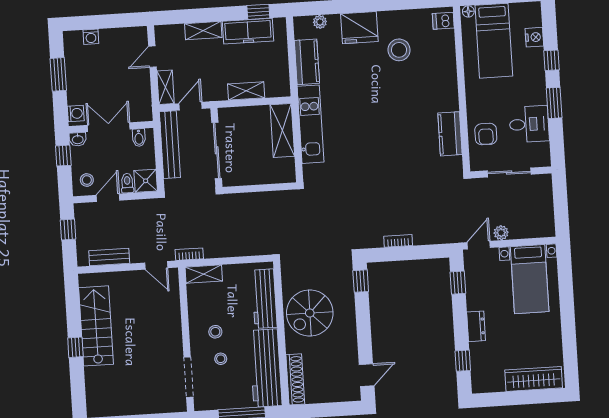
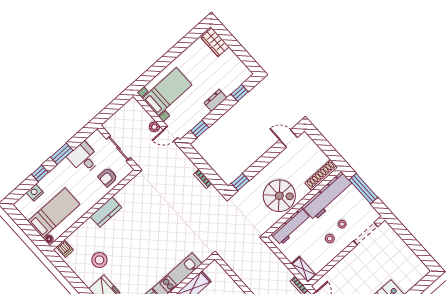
kitchen counter: (450, 134) -> (106, 212), moved
armchair: (486, 134) -> (108, 177), turned 180
wardrobe: (534, 379) -> (215, 42), width x0.67

